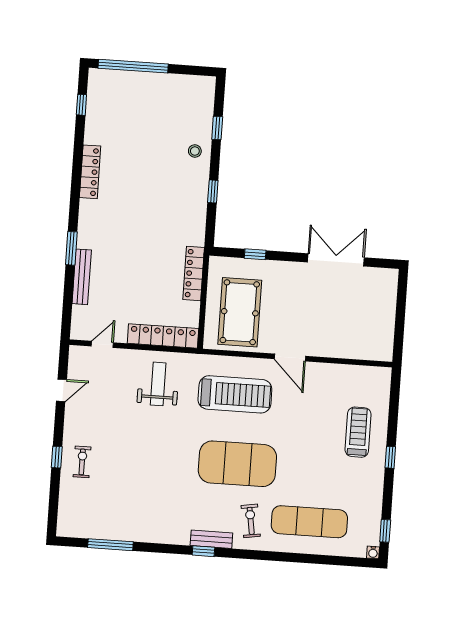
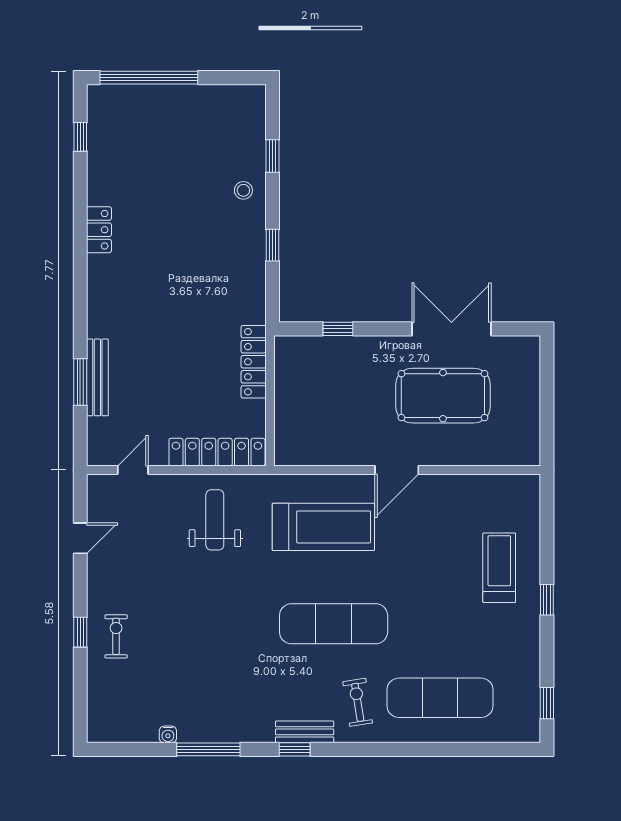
locker: (90, 172) -> (99, 230), width x0.66
window: (71, 248) -> (80, 382), moved
pool table: (240, 312) -> (443, 396), moved, turned 90
door: (290, 357) -> (397, 470), hinge flipped
exercise mat: (237, 464) -> (334, 624), width x0.68
window: (110, 545) -> (208, 749), moved
water cooler: (373, 552) -> (168, 734), moved

